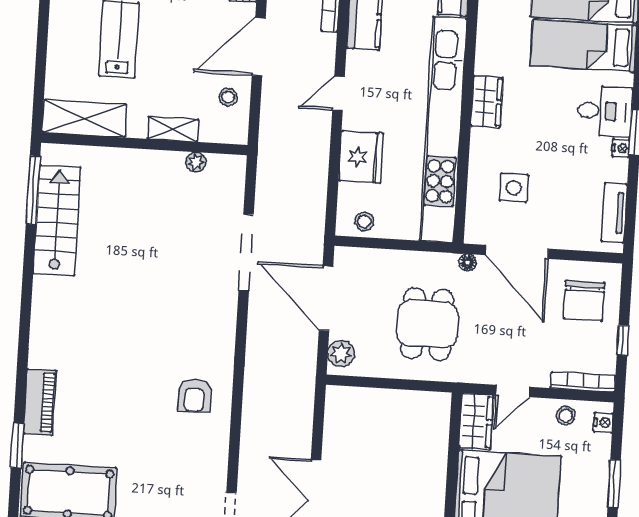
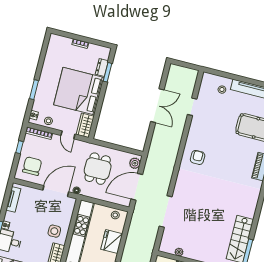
side table: (514, 188) -> (54, 231), moved
door: (517, 252) -> (56, 191), hinge flipped
door: (326, 298) -> (137, 187), swing flipped
door: (513, 391) -> (68, 135), swing flipped

